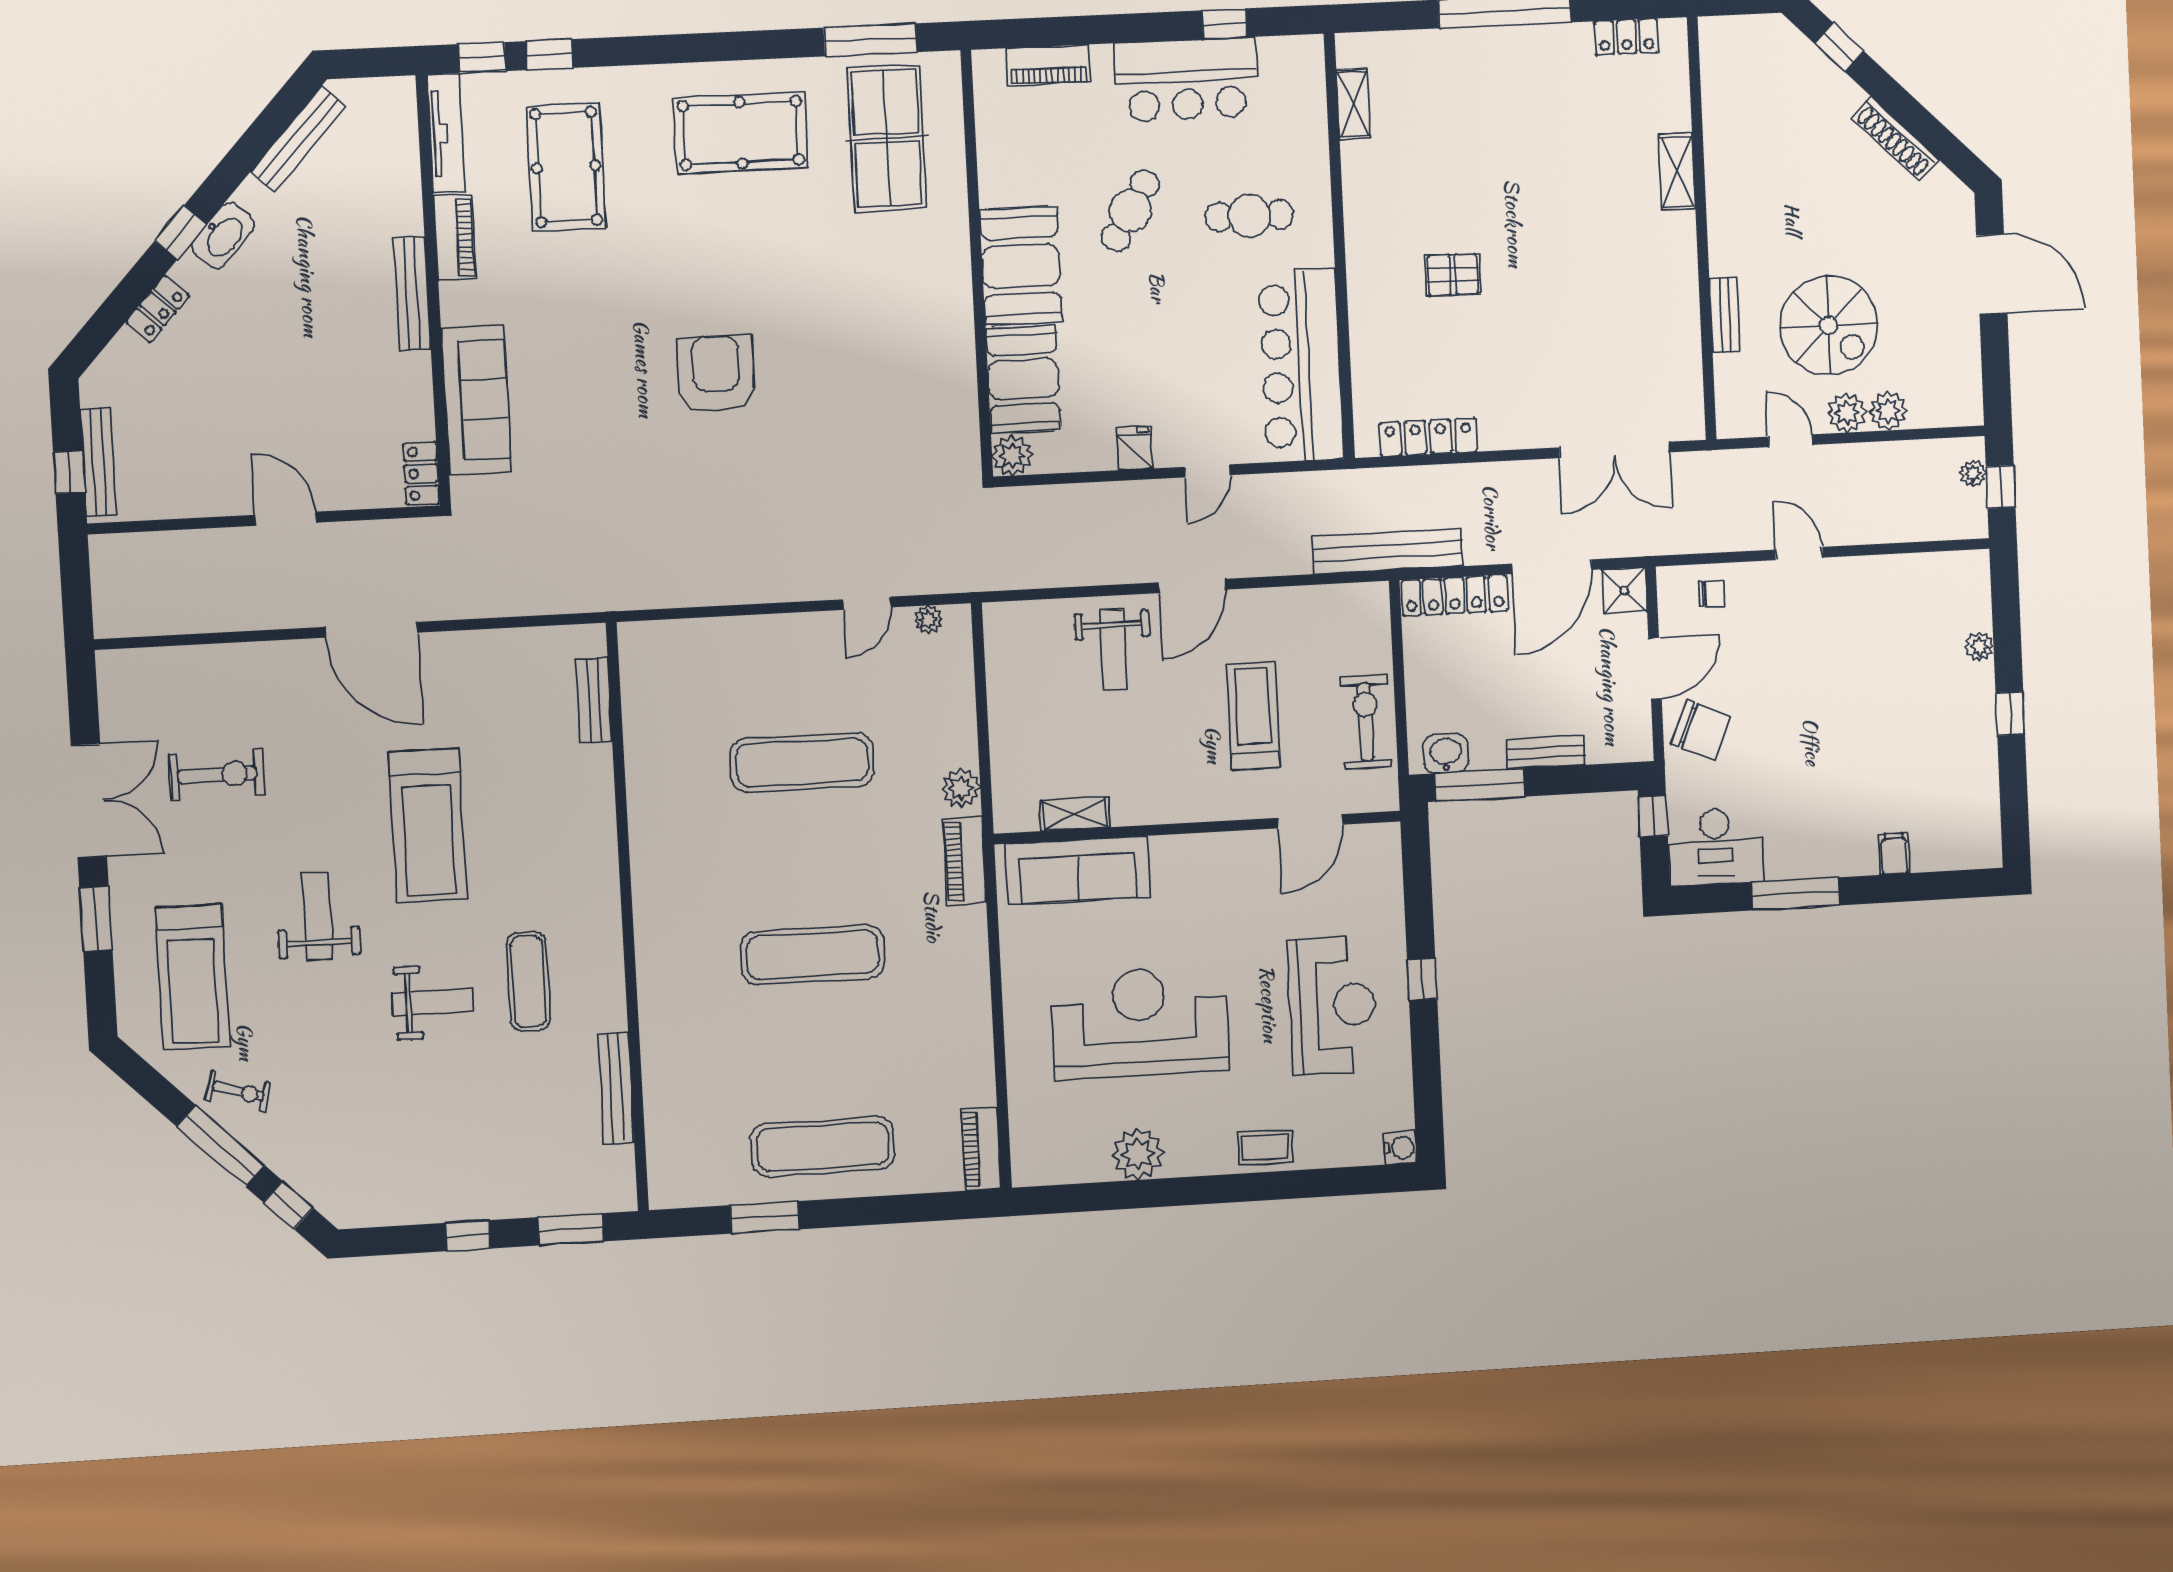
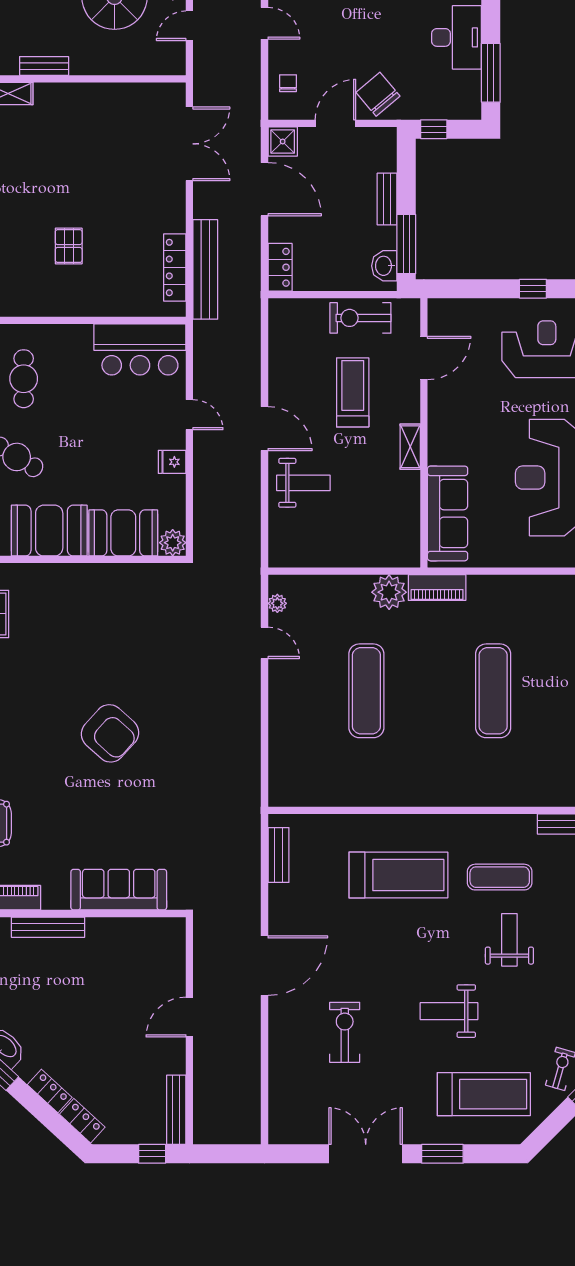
bench: (1725, 315) -> (44, 66), moved
bar counter: (1301, 365) -> (140, 349), width x0.73
armchair: (716, 374) -> (110, 733), turned -138
bench: (98, 462) -> (176, 1110), moved, turned 90
locker: (421, 473) -> (82, 1121), moved, turned -137
bench: (1388, 551) -> (205, 269), moved
door: (1799, 554) -> (264, 23), swing flipped
locker: (1455, 595) -> (280, 267), width x0.66
door: (1655, 668) -> (335, 123), hinge flipped
bench: (594, 700) -> (278, 855), moved, turned 90
treadmill: (1253, 717) -> (353, 392), turned 90
chair: (1701, 730) -> (378, 94), turned -63
exercise bike: (217, 775) -> (345, 1032), moved
plant: (961, 788) -> (389, 592), width x1.36, depth x1.36
shelving: (1075, 814) -> (410, 447), moved
door: (1310, 821) -> (424, 358), hinge flipped
treadmill: (428, 825) -> (398, 875), moved
desk: (1715, 847) -> (456, 37), moved
window: (1796, 894) -> (491, 73), moved

